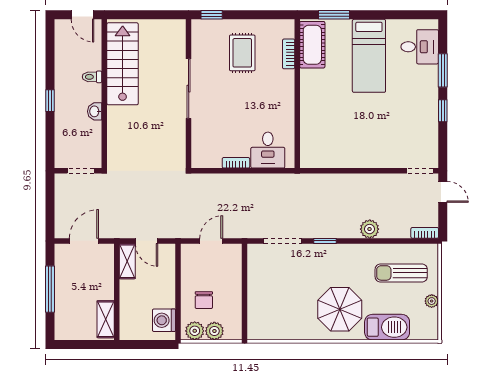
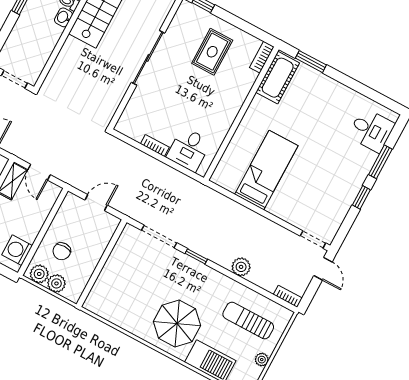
bookcase: (289, 54) -> (262, 57), moved
bed: (369, 56) -> (266, 170), moved, turned 180
washbasin: (95, 111) -> (63, 17), moved

